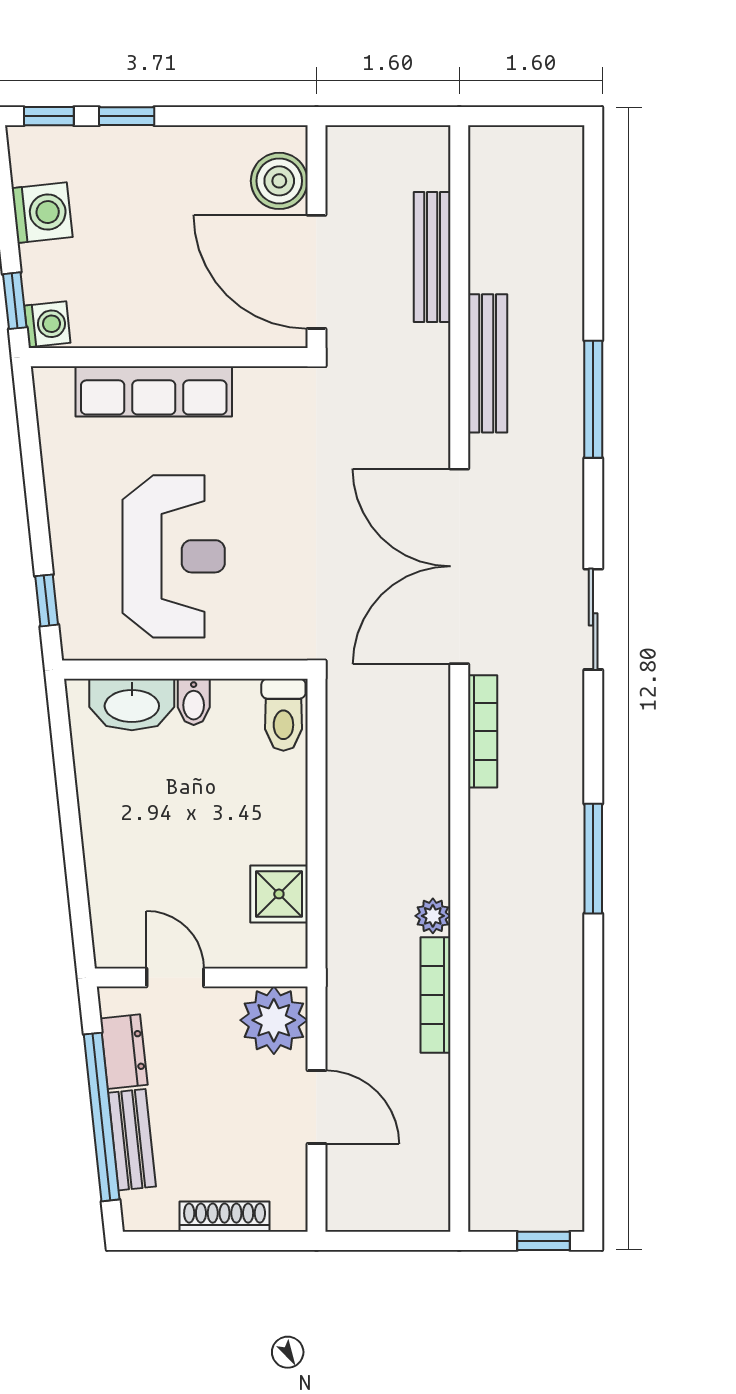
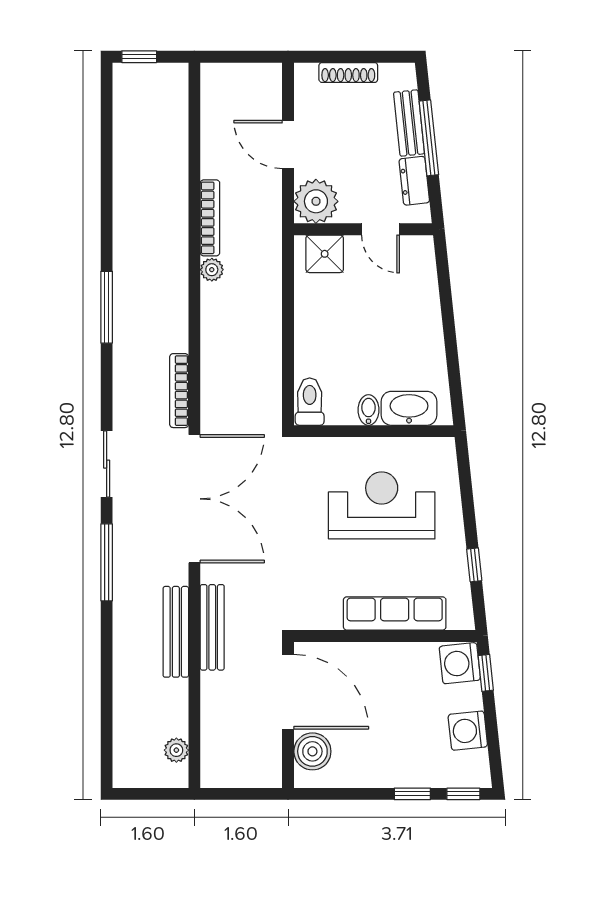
plant: (487, 183) -> (176, 750), added
bench: (432, 257) -> (212, 627), moved
washing machine: (47, 324) -> (460, 663), width x1.38, depth x1.38
window: (593, 399) -> (107, 562), moved
reception desk: (174, 556) -> (382, 505), turned 90
window: (47, 600) -> (474, 565), moved
shower: (279, 894) -> (325, 254), moved
window: (102, 1117) -> (429, 138), width x0.68

